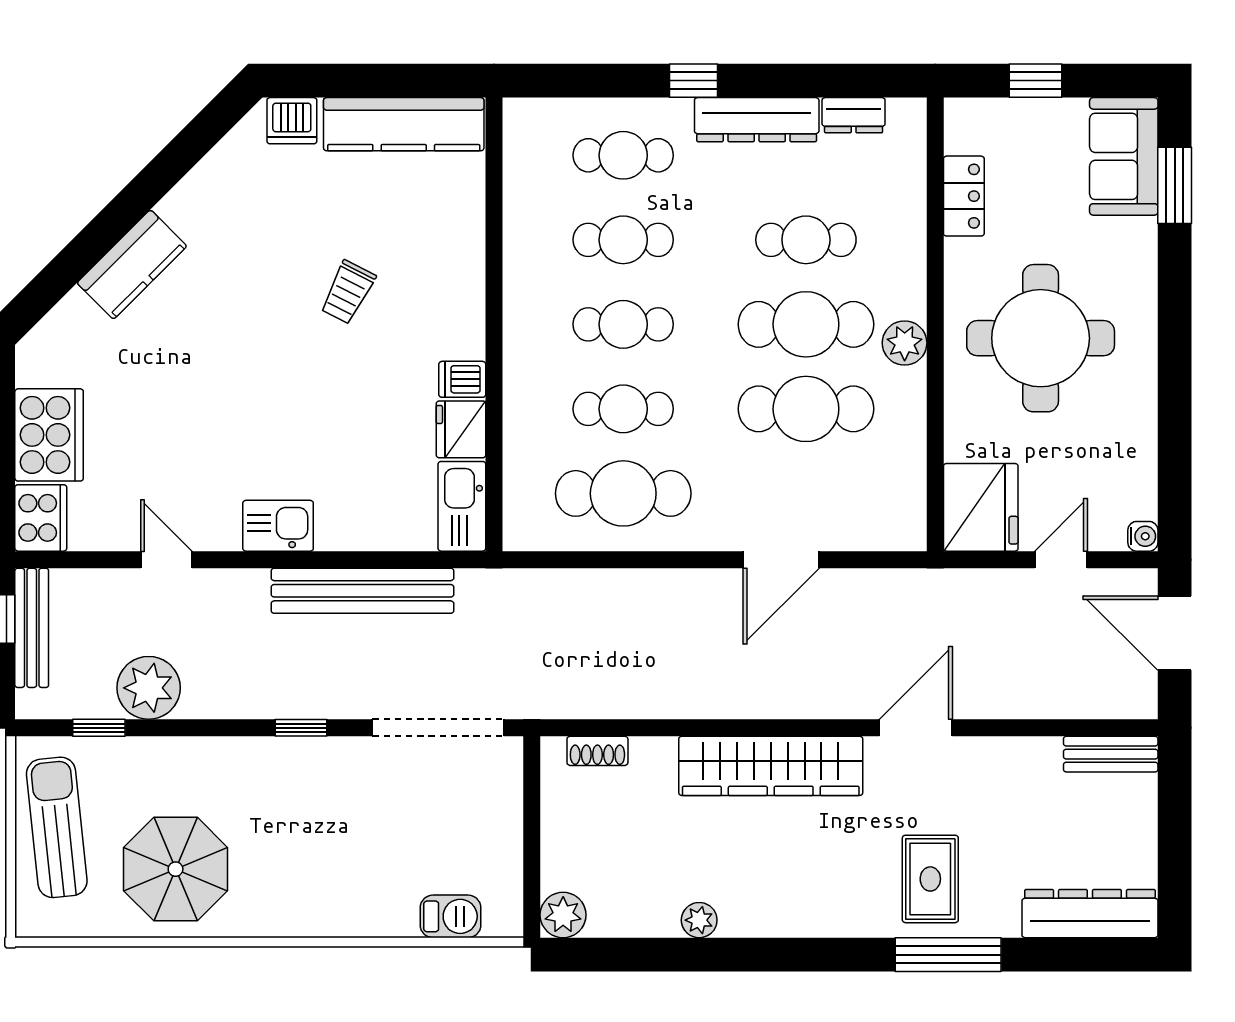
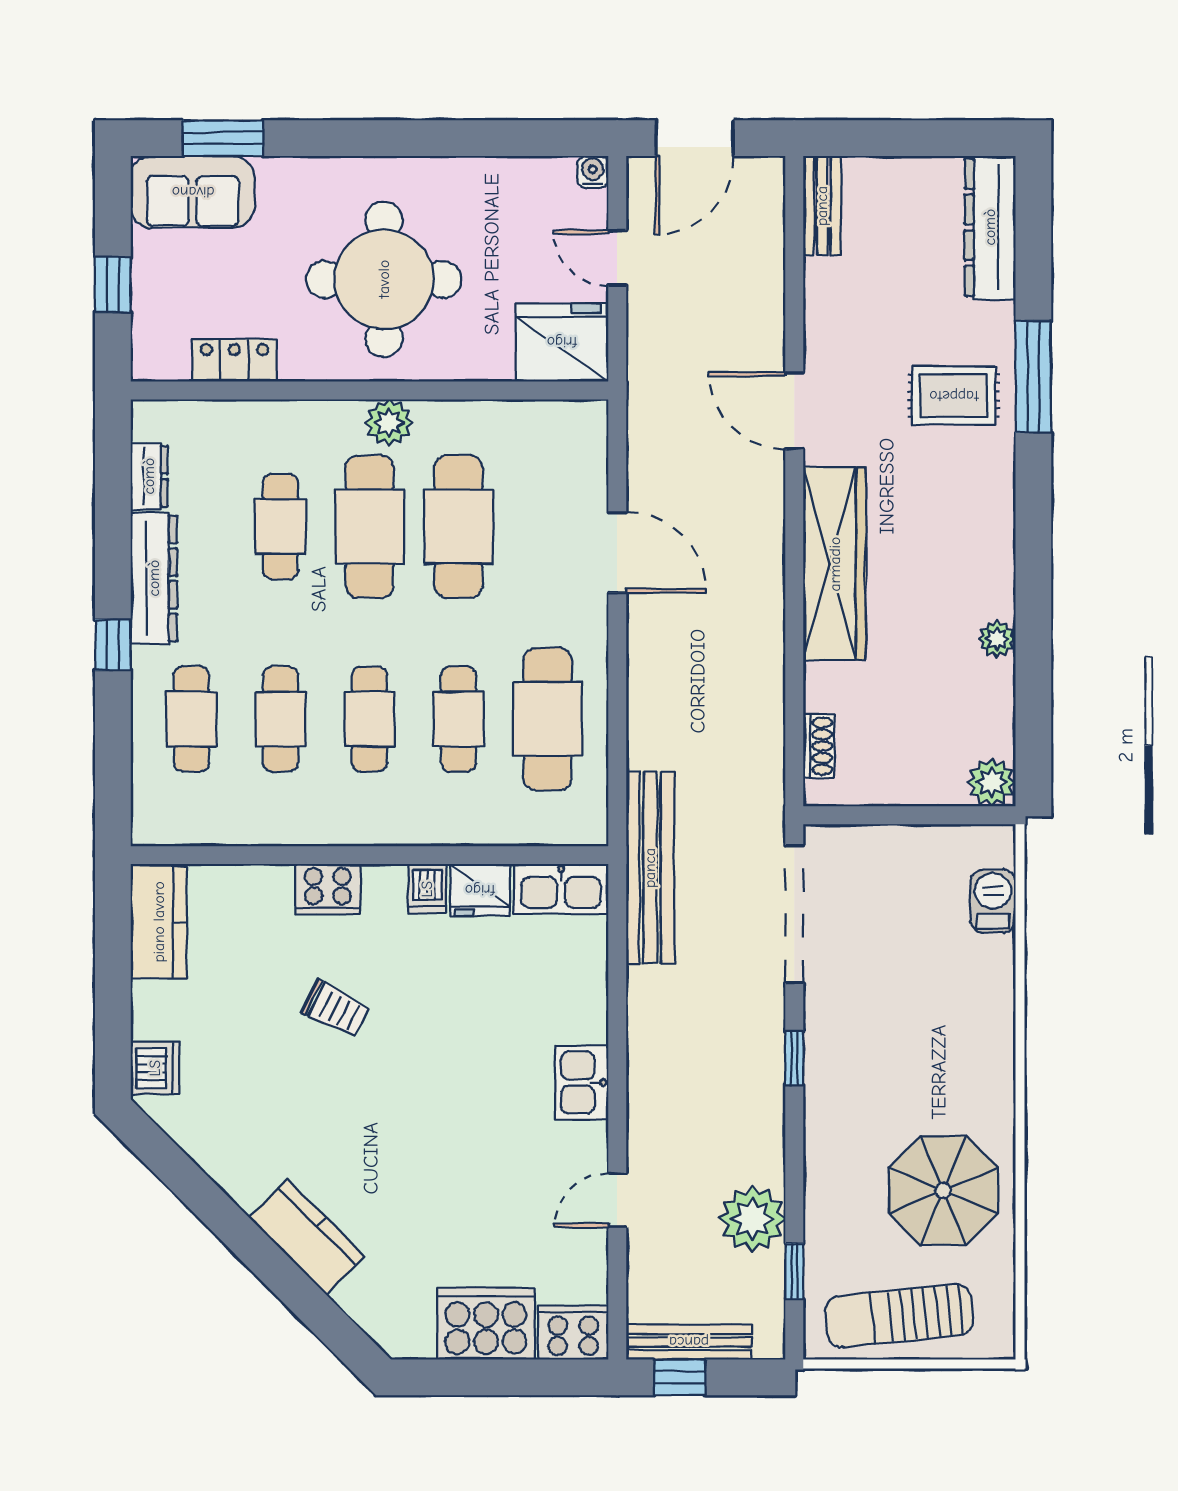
kitchen counter: (404, 124) -> (159, 922), width x0.67
cooker: (462, 285) -> (328, 889), added
bench: (362, 591) -> (650, 868), moved

